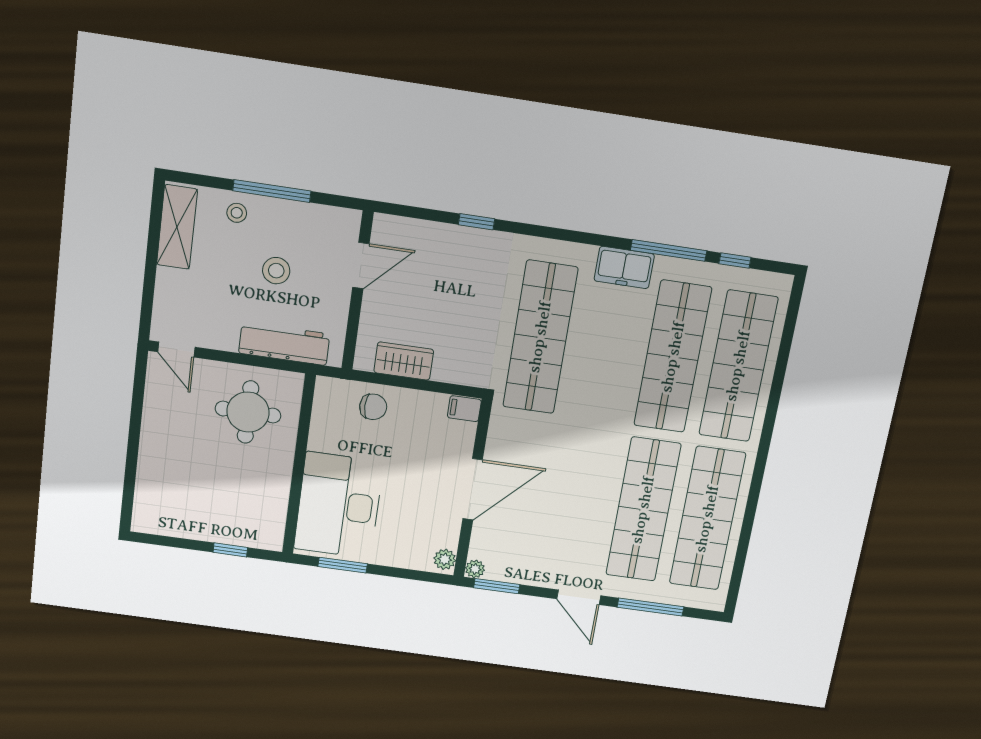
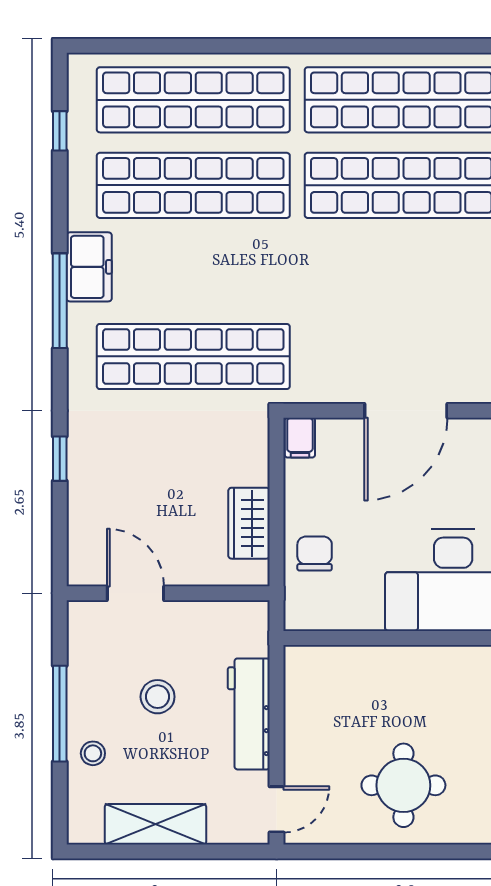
shelving: (177, 227) -> (156, 824), moved
window: (669, 251) -> (60, 301), moved
workbench: (284, 344) -> (249, 714), moved
round table: (248, 412) -> (403, 785), moved
door: (473, 489) -> (406, 411), swing flipped

